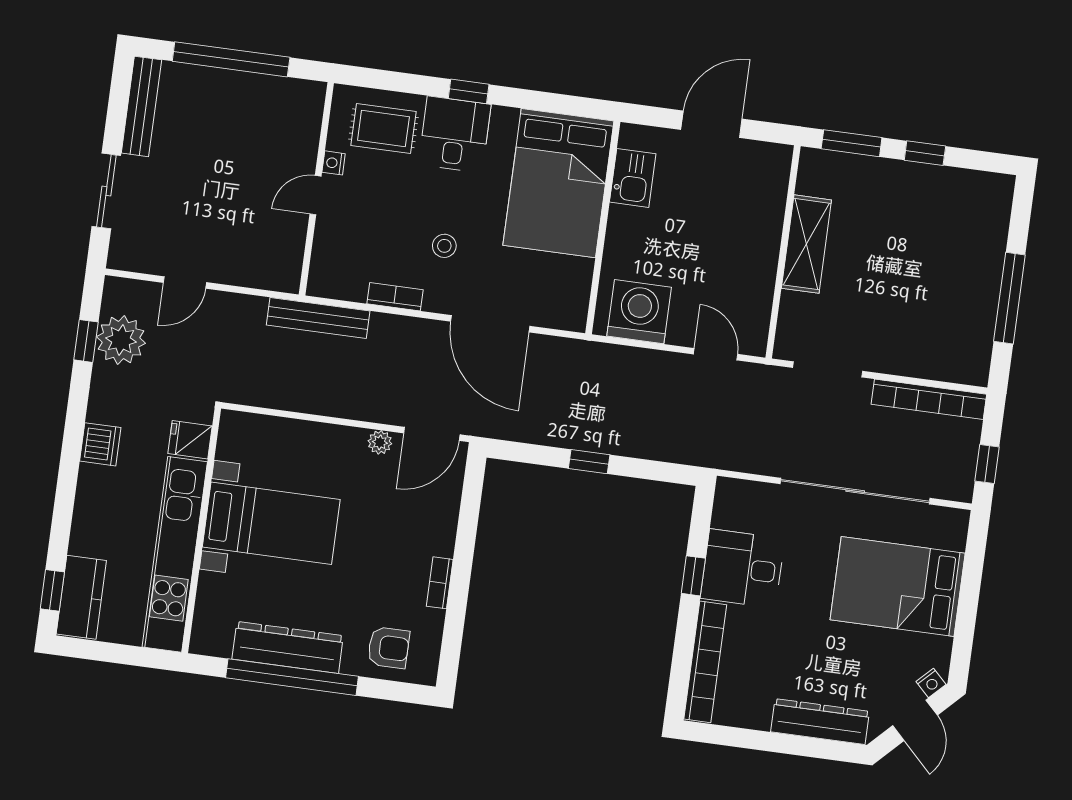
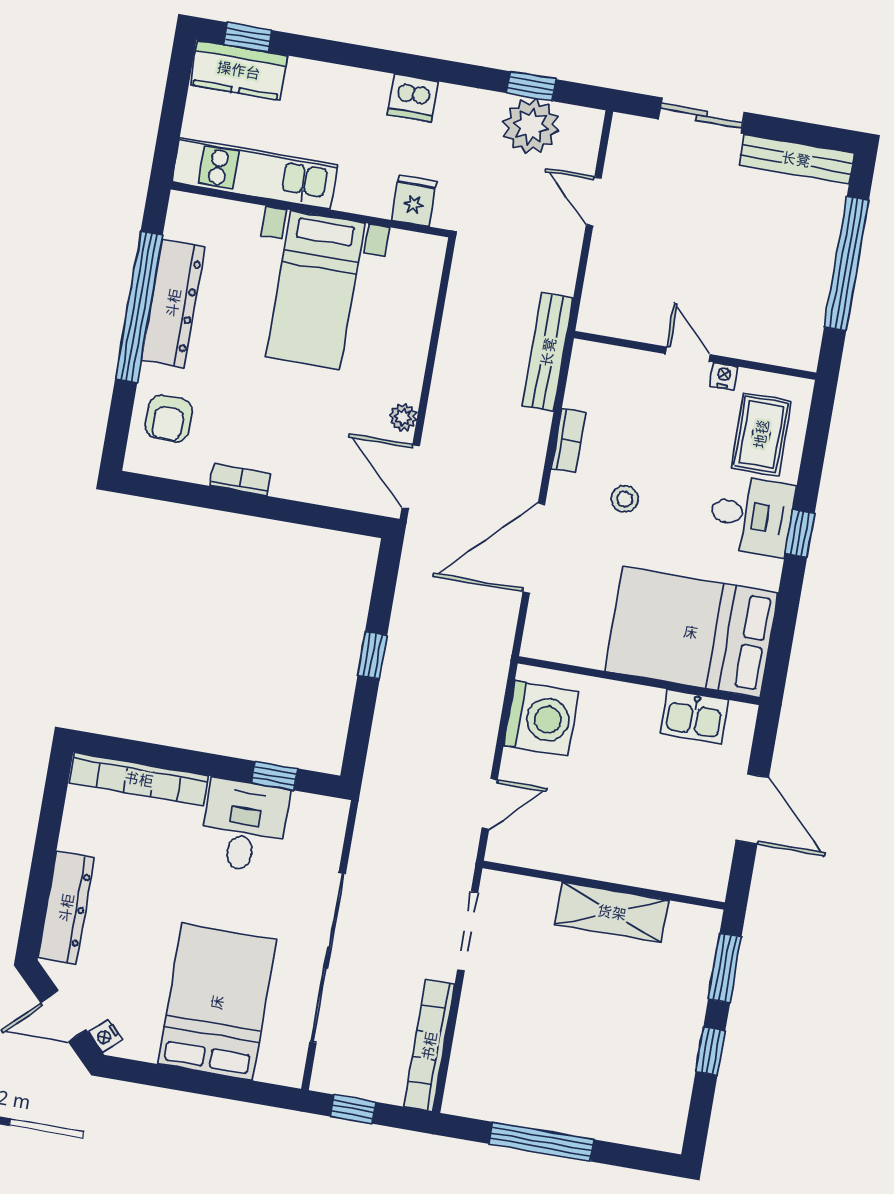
kitchen unit: (175, 554) -> (255, 174), width x0.73
window: (693, 576) -> (275, 776), moved

